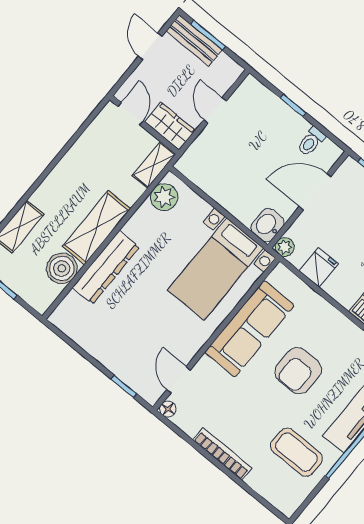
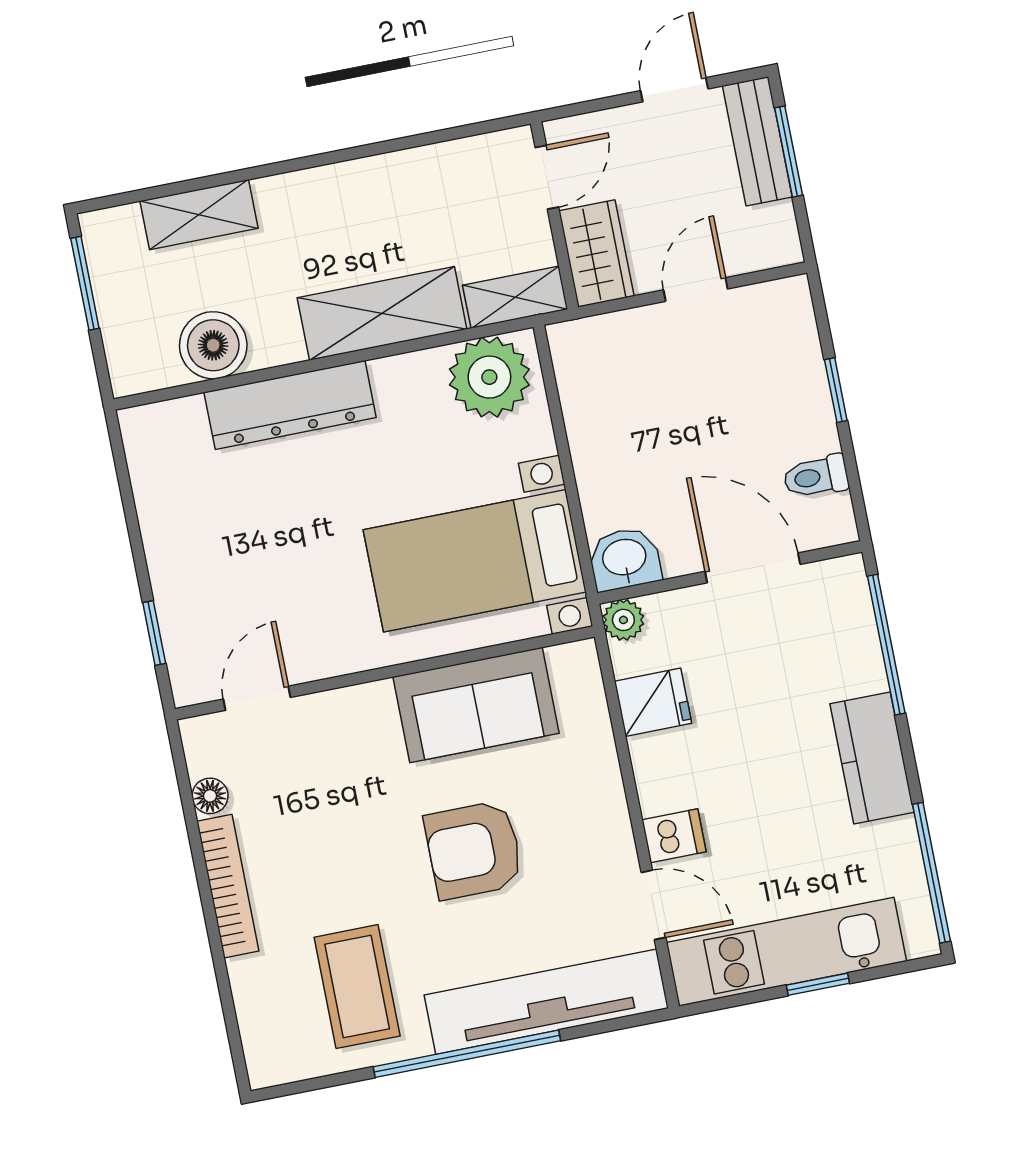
plant: (164, 197) -> (489, 377), width x1.36, depth x1.36
shelving: (96, 228) -> (382, 313), moved
sofa: (249, 329) -> (476, 705), width x0.73
floor lamp: (168, 409) -> (210, 796), moved

